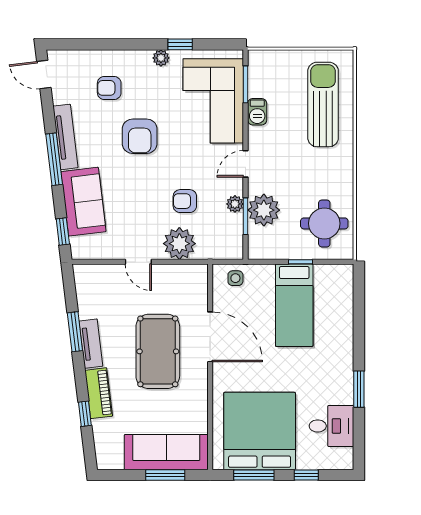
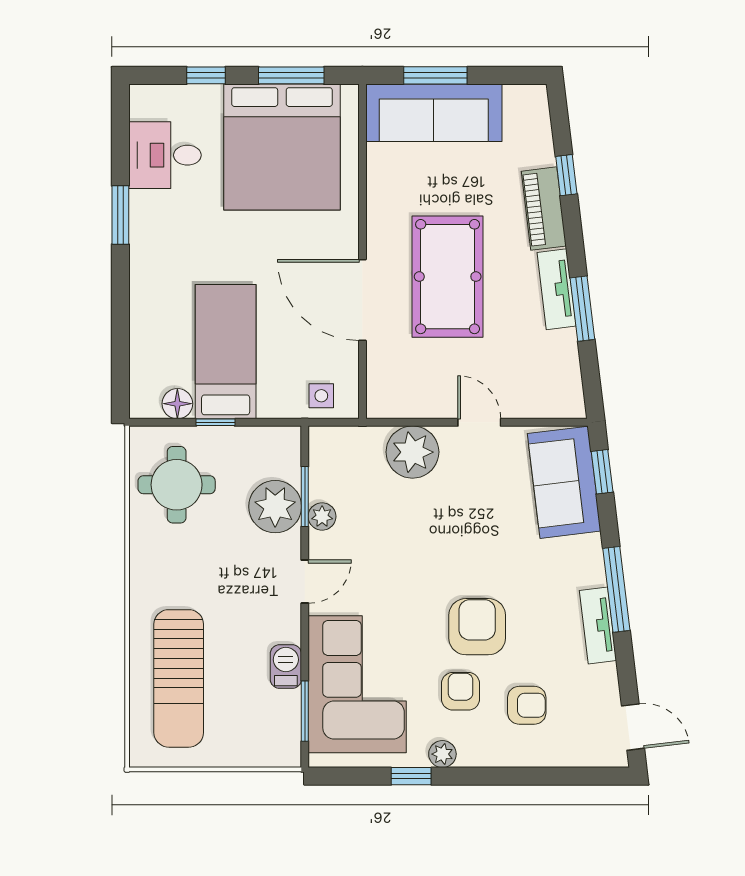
tv unit: (65, 137) -> (598, 625), width x0.71
armchair: (185, 201) -> (461, 691), moved, turned -90
sofa: (83, 202) -> (564, 482), moved
floor lamp: (324, 273) -> (177, 404), added

